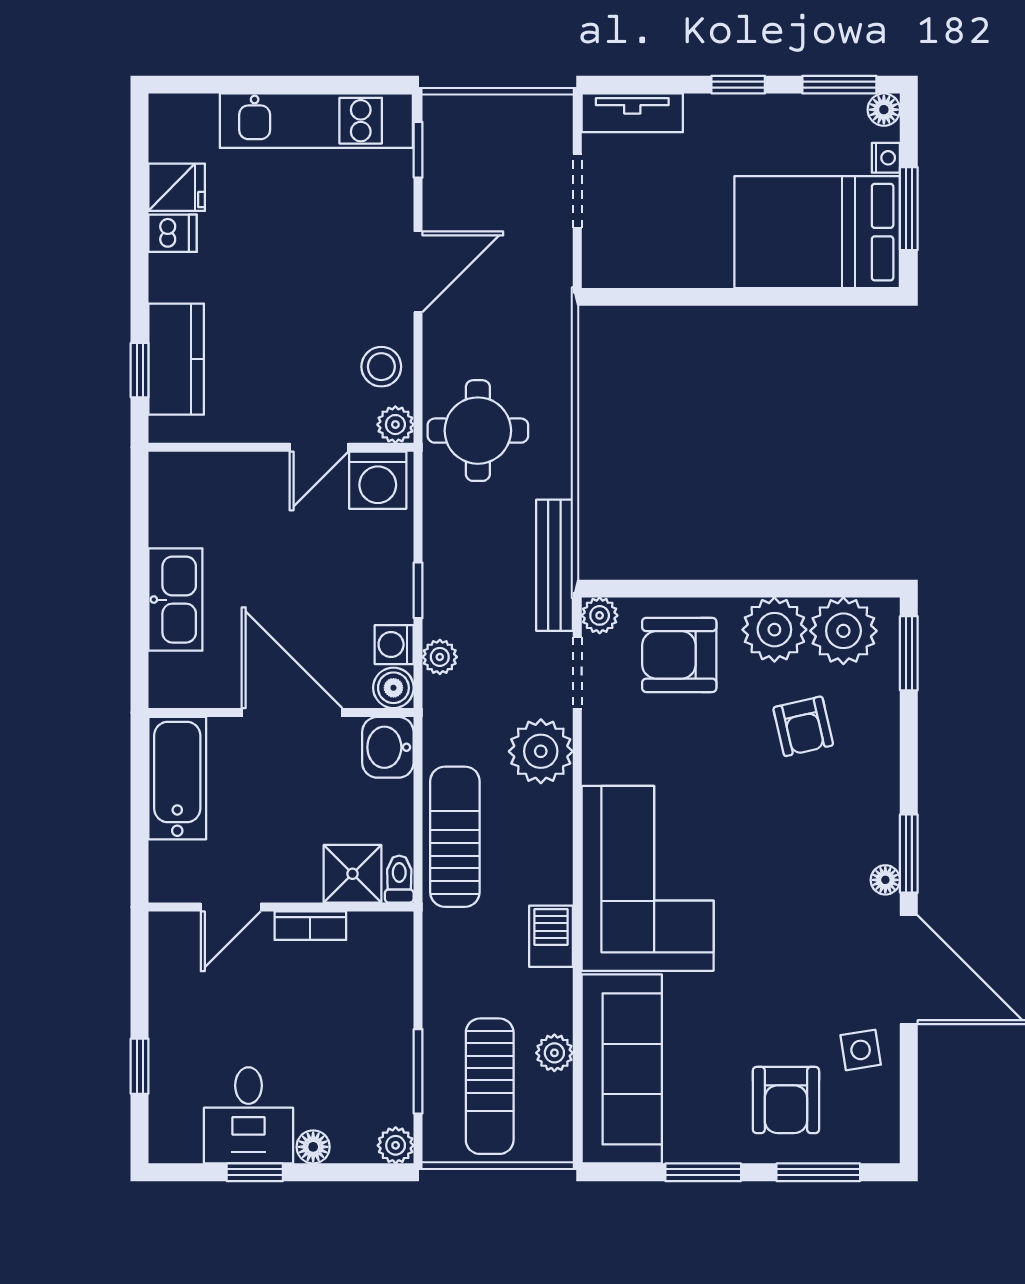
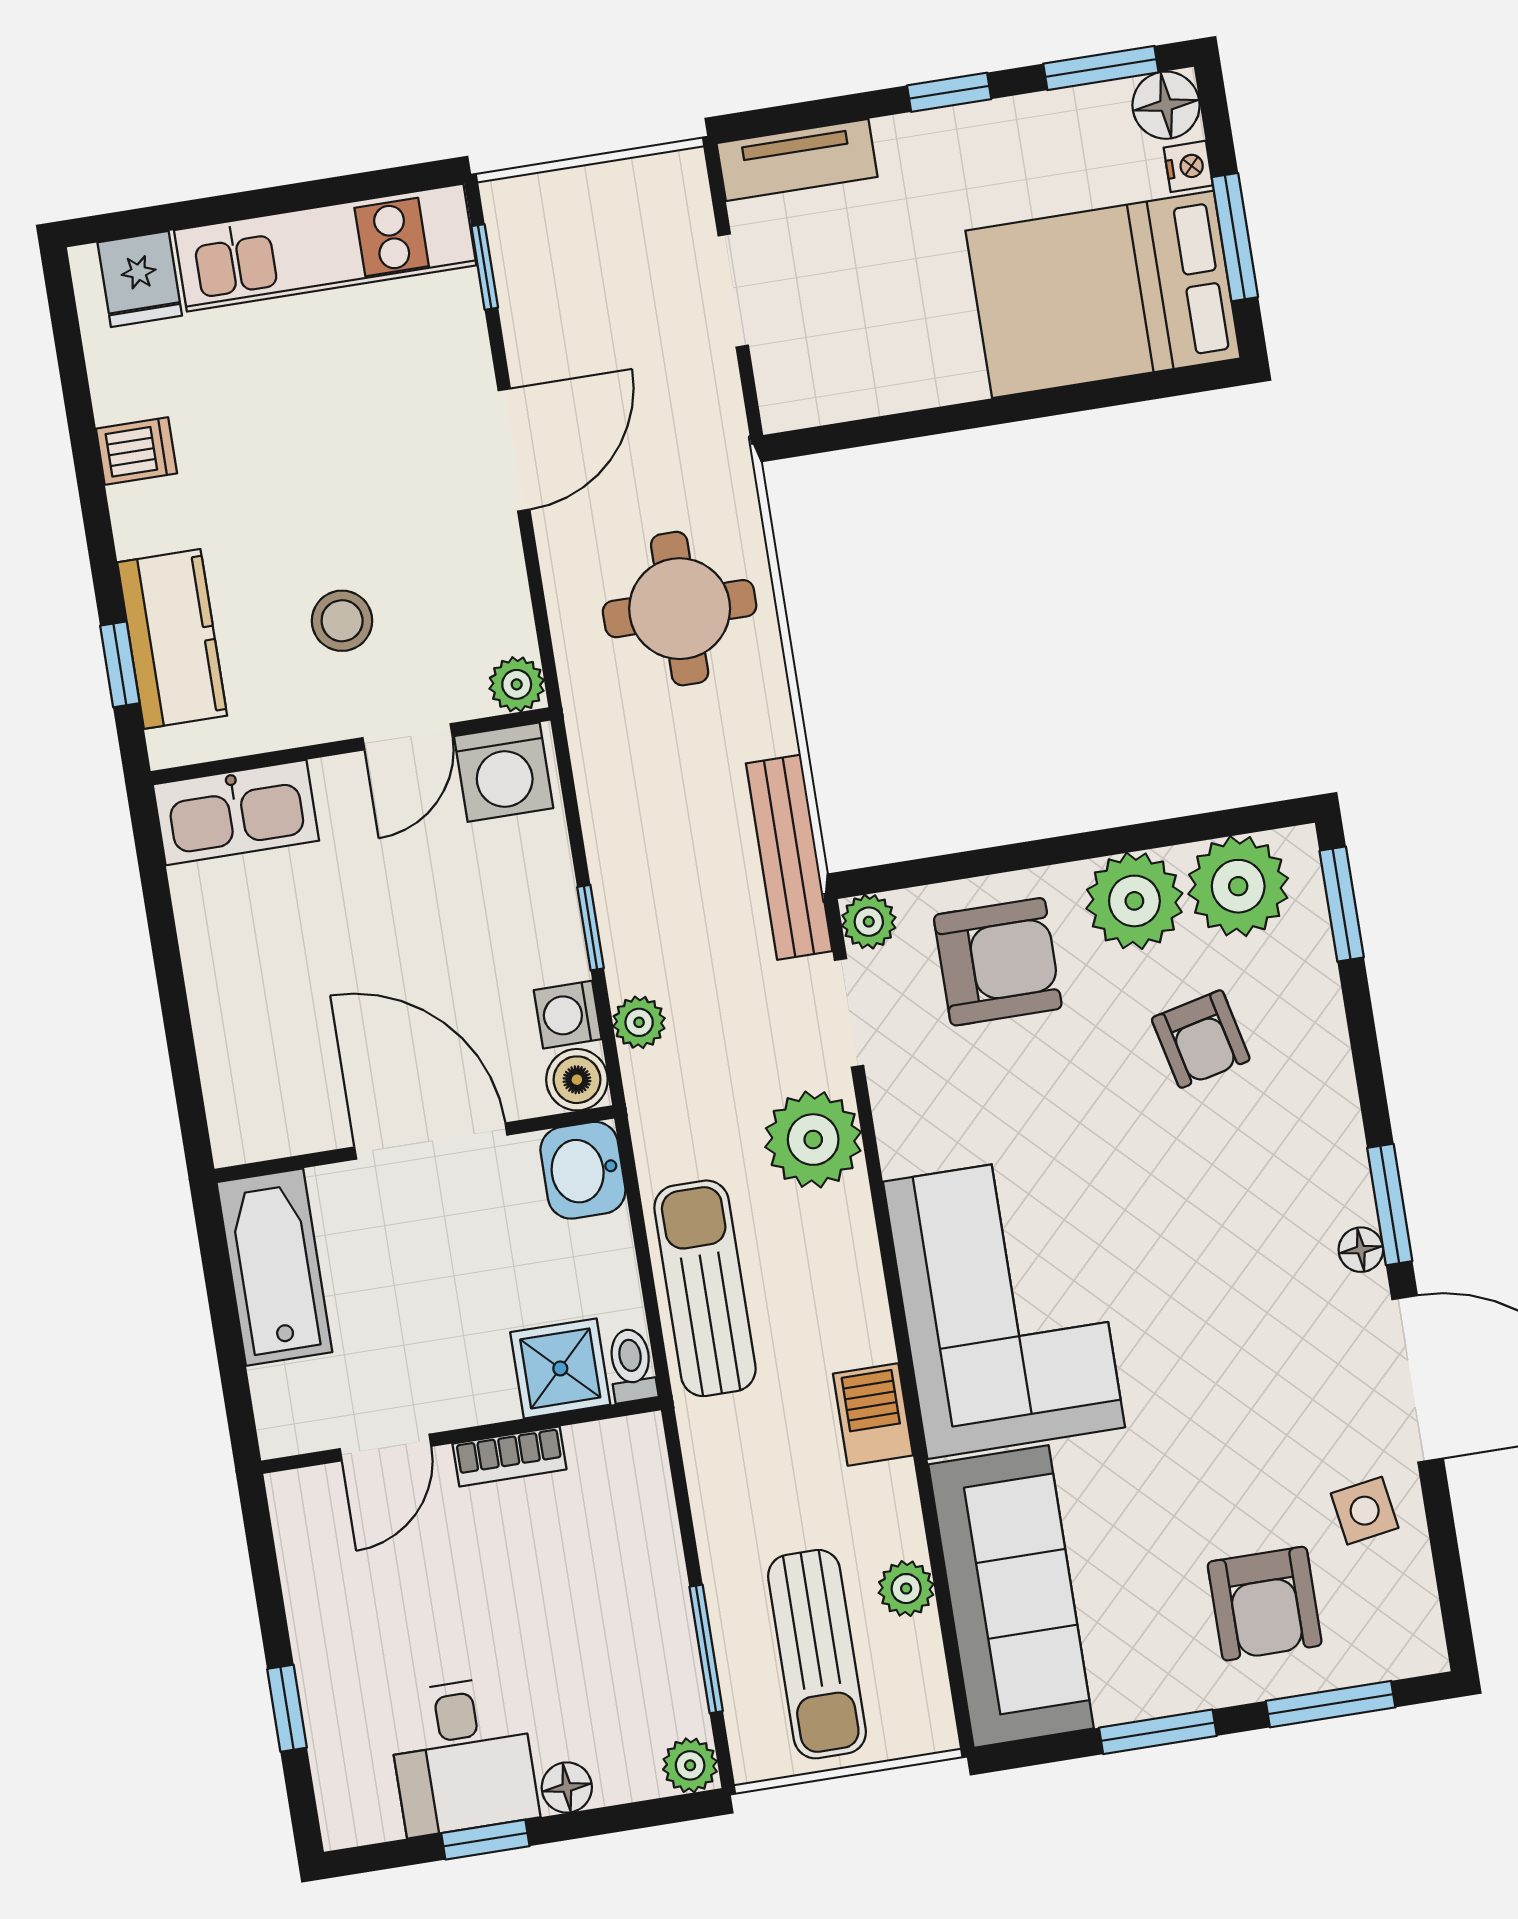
floor lamp: (884, 110) -> (1166, 105), width x1.37, depth x1.37
fridge: (177, 187) -> (140, 279), moved, turned 90
stool: (381, 367) -> (342, 621), moved
round table: (478, 431) -> (680, 609), moved
kitchen sink: (175, 600) -> (236, 813), moved, turned 90
armchair: (679, 655) -> (998, 962), turned 180

